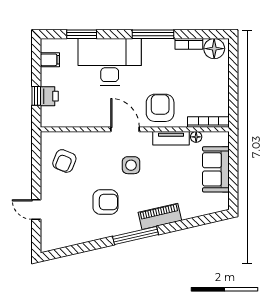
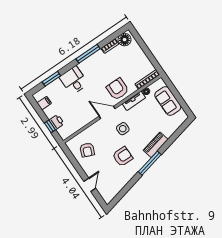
desk: (110, 62) -> (74, 80), width x0.53, depth x0.77
door: (36, 210) -> (90, 185), swing flipped

